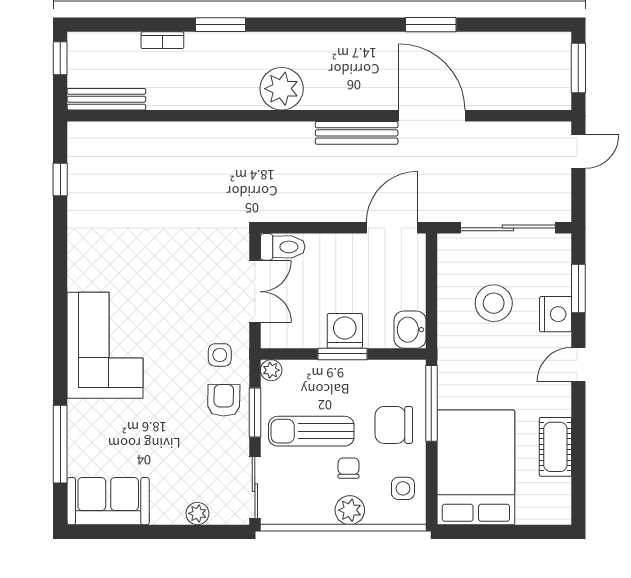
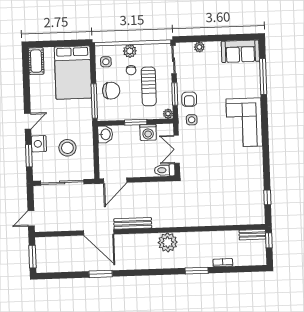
window: (60, 58) -> (269, 240), moved
bench: (106, 99) -> (252, 235), width x0.73
washing machine: (345, 331) -> (148, 132), moved
sun lounger: (311, 431) -> (149, 86), turned 90
cot: (555, 447) -> (36, 61), moved

